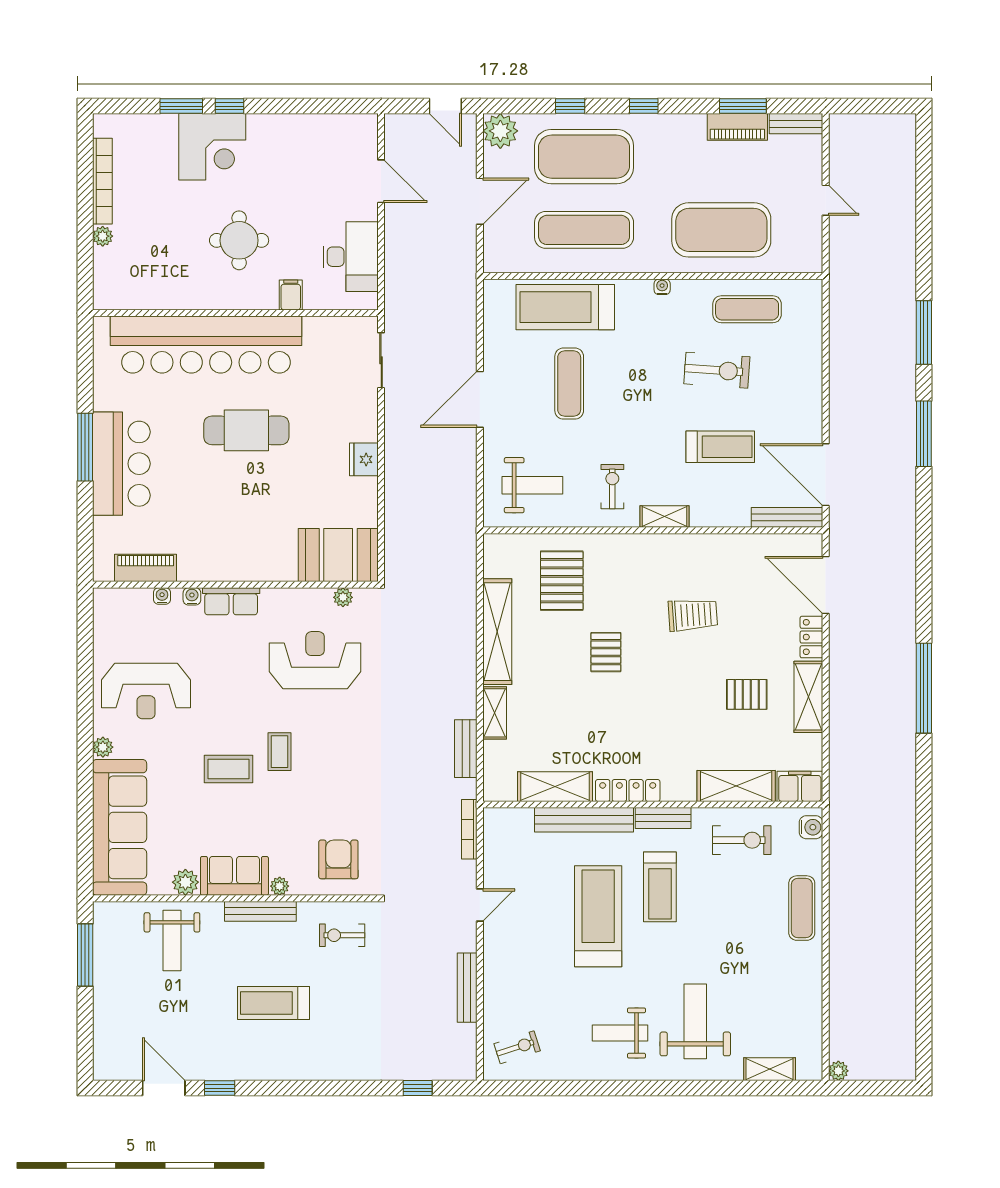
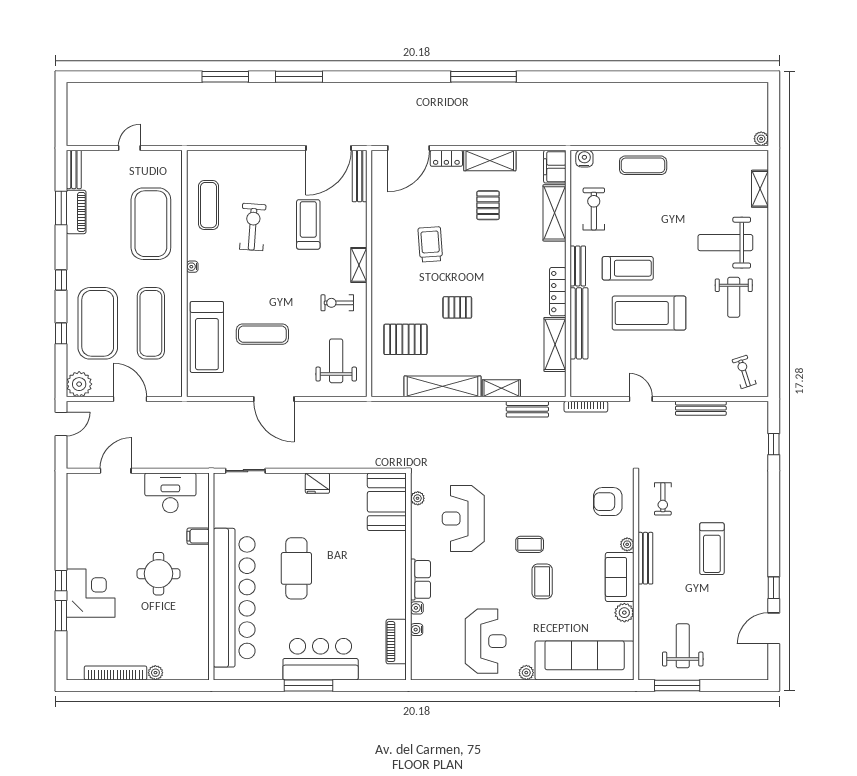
weight bench: (172, 941) -> (683, 646), moved, turned -90

